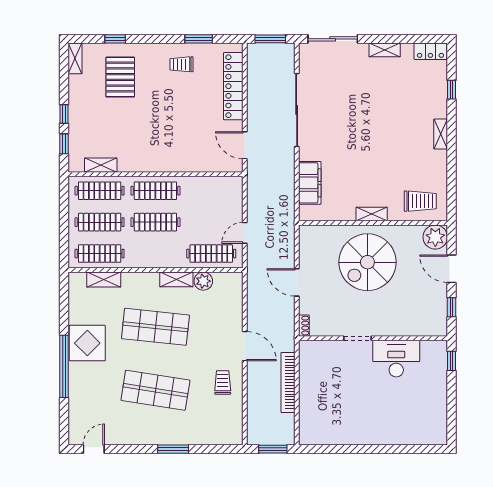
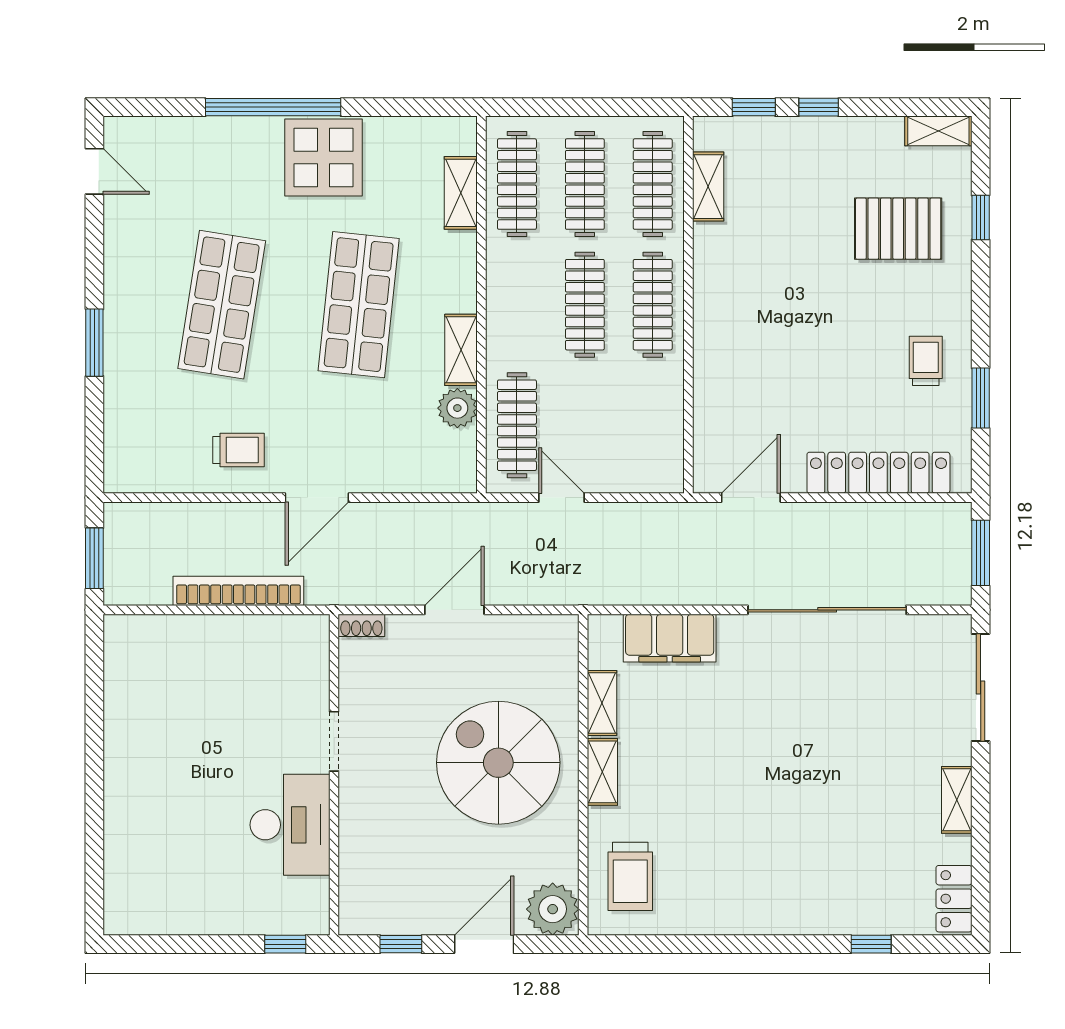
shelving: (441, 134) -> (602, 703), moved, turned 90

